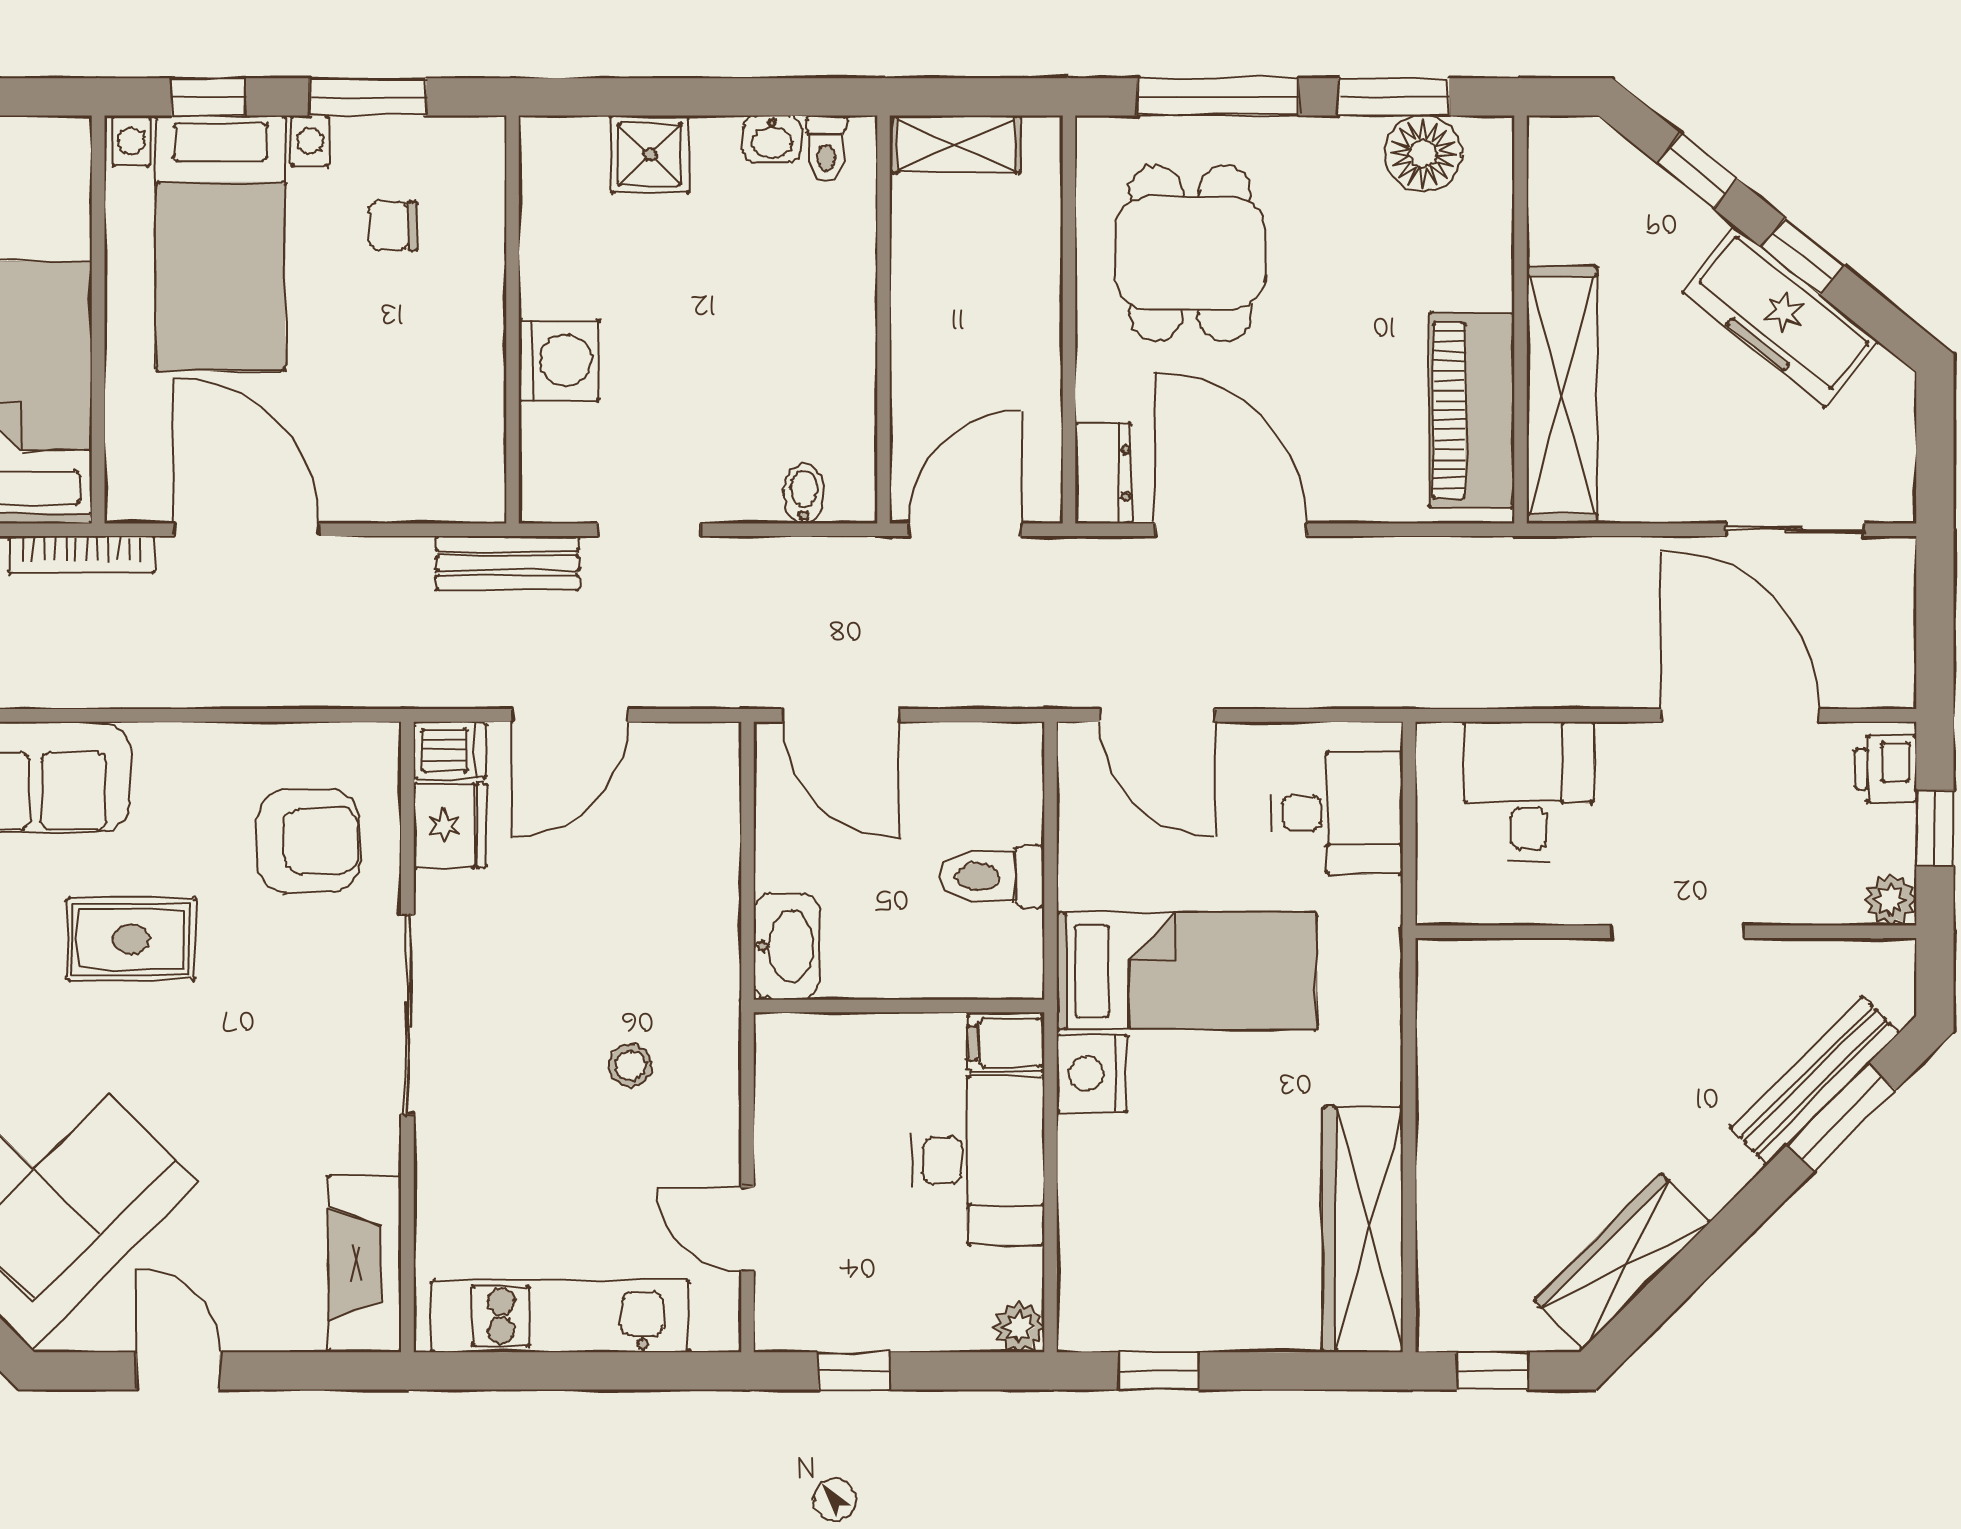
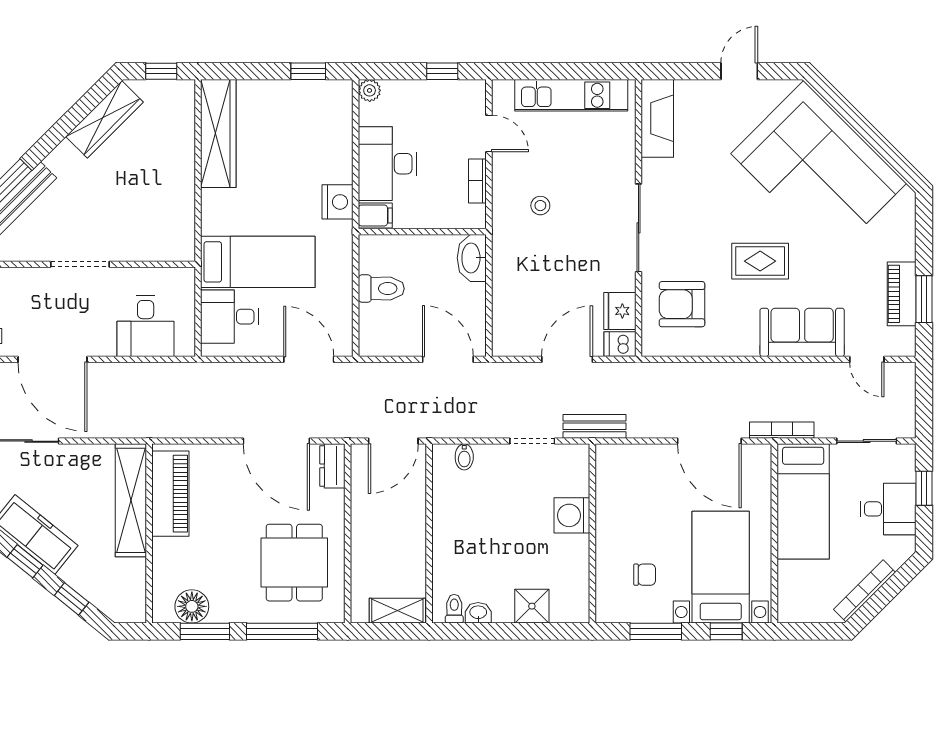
bed: (1187, 971) -> (258, 262), moved, turned 180
bookcase: (774, 1121) -> (477, 181), added
door: (178, 1371) -> (739, 71), swing flipped

